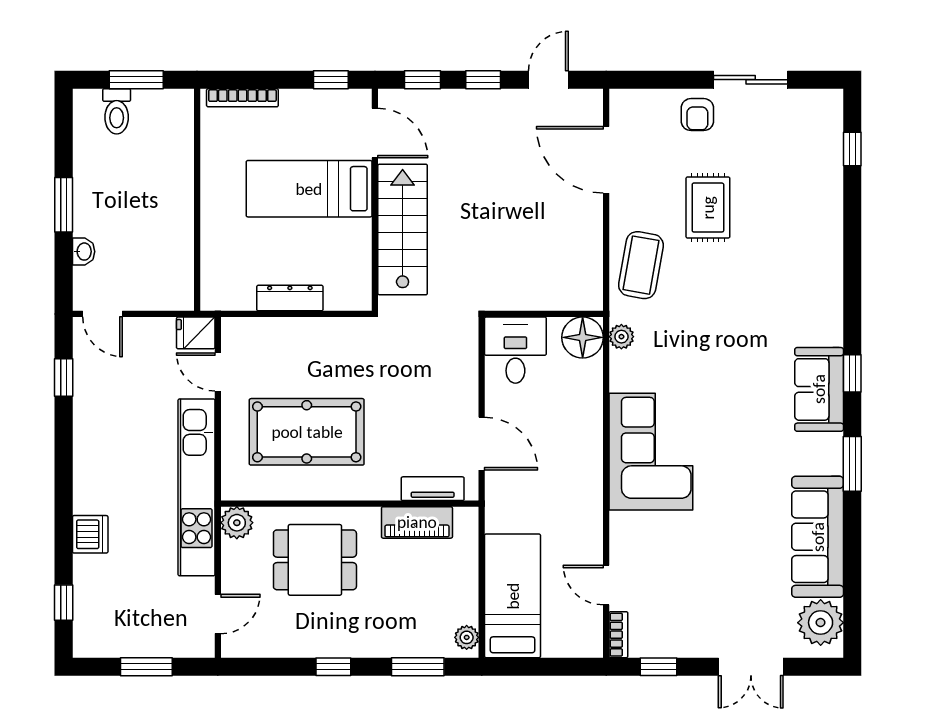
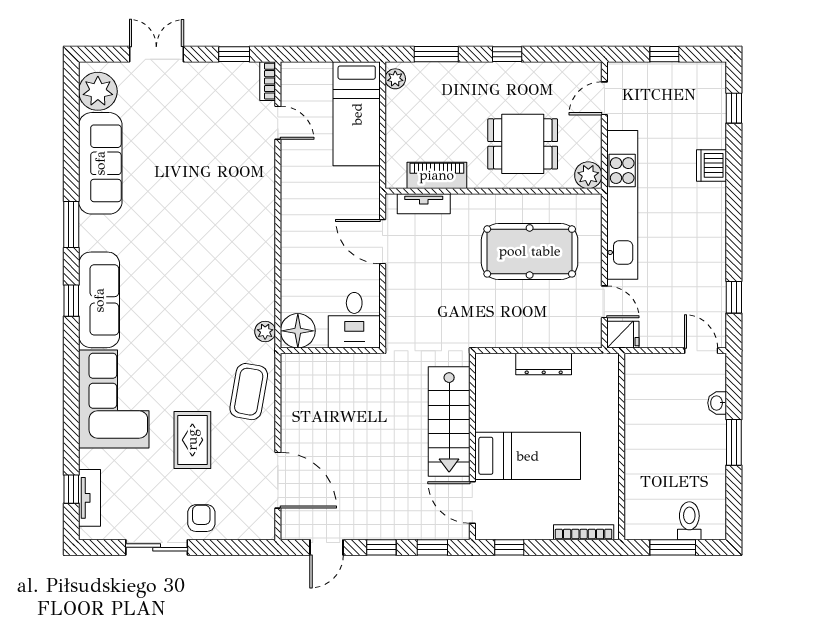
tv unit: (830, 139) -> (90, 498), added
sofa: (819, 389) -> (99, 300), width x1.36
corner sofa: (651, 452) -> (114, 399), moved, turned 180
window: (146, 667) -> (664, 54), width x0.67

